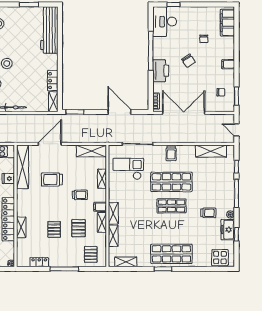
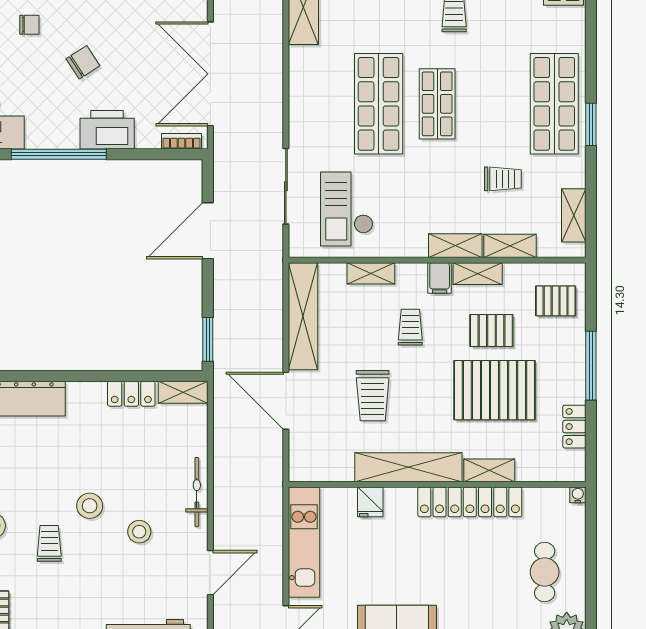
shelving: (91, 151) -> (303, 316), width x1.47
trolley: (171, 153) -> (503, 179), moved
shelving: (23, 167) -> (408, 467), moved
pallet: (54, 229) -> (495, 390), width x2.05, depth x2.00

